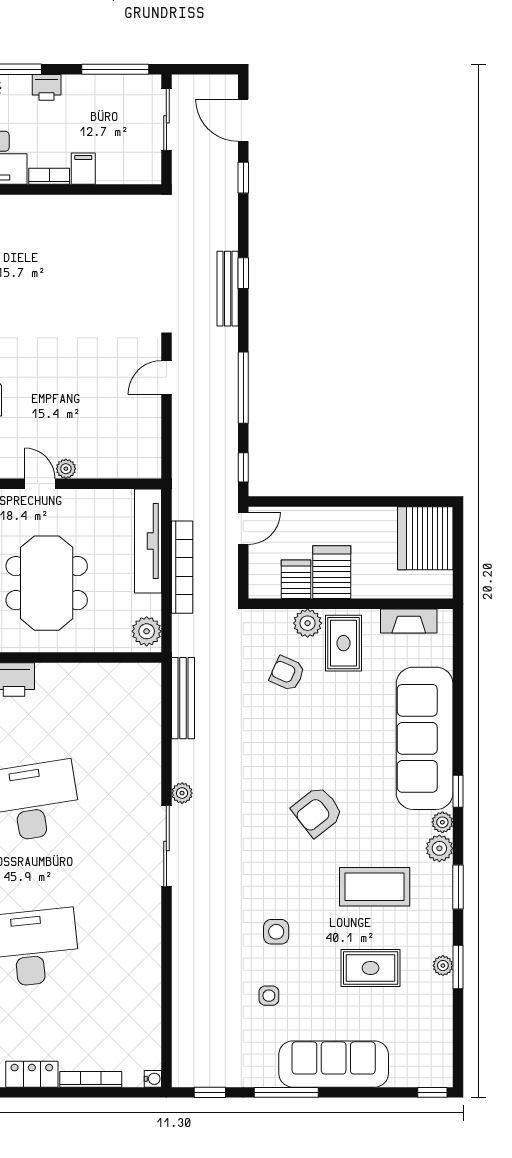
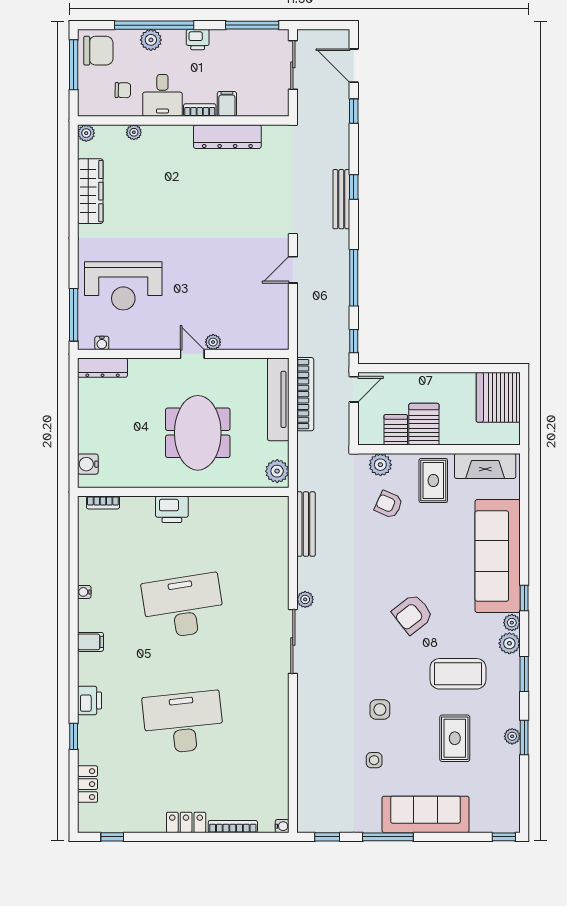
dresser: (84, 210) -> (227, 137), added
bookcase: (182, 567) -> (305, 394), moved
fireplace: (409, 621) -> (485, 466), width x1.37, depth x1.32
plant: (308, 623) -> (380, 465), moved
rug: (371, 968) -> (455, 738), turned 90

